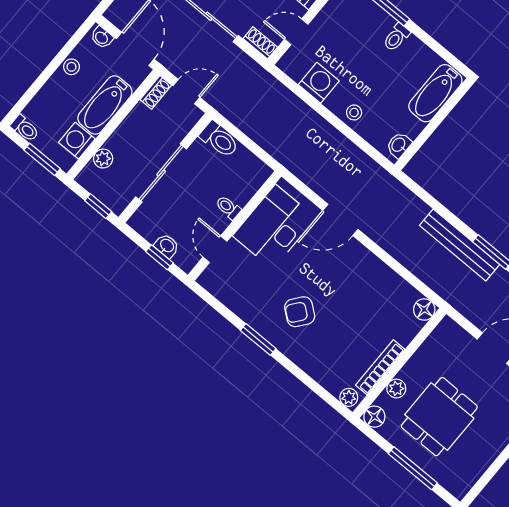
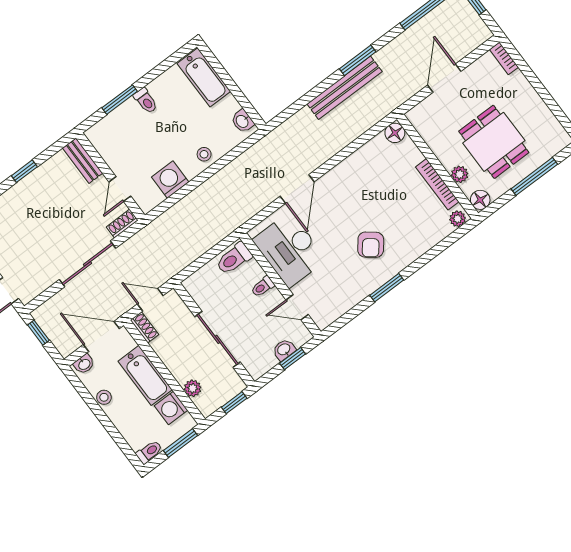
door: (186, 92) -> (150, 300), hinge flipped
toilet: (219, 139) -> (234, 259), moved, turned 180

